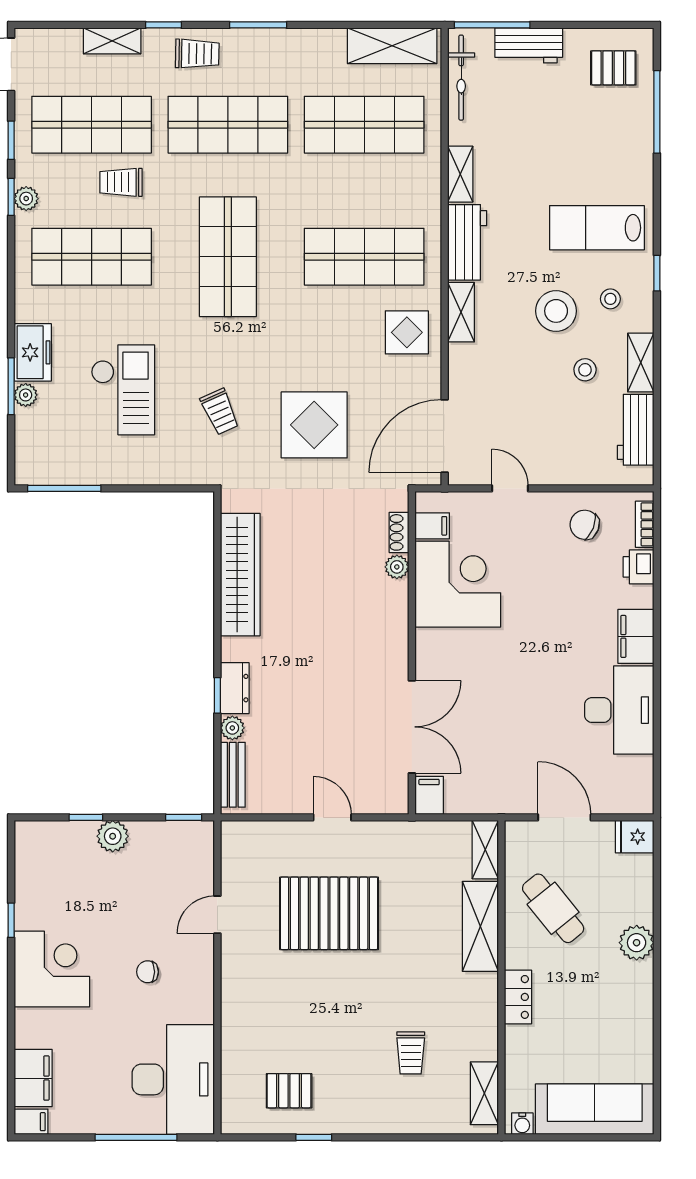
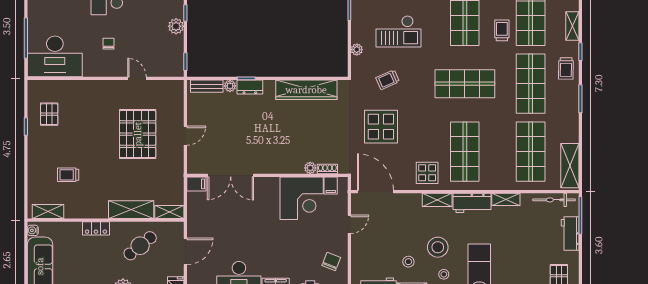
plant: (159, 474) -> (357, 50), added

